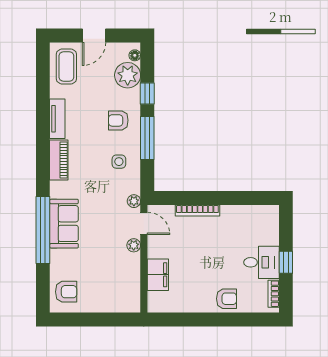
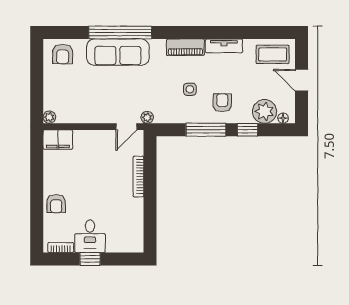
side table: (119, 162) -> (190, 89), moved
sofa: (64, 224) -> (118, 52), width x1.36
plant: (134, 245) -> (49, 117), moved
filing cabinet: (158, 275) -> (58, 140), moved

